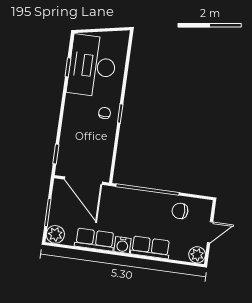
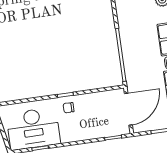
chair: (180, 211) -> (130, 24), removed

